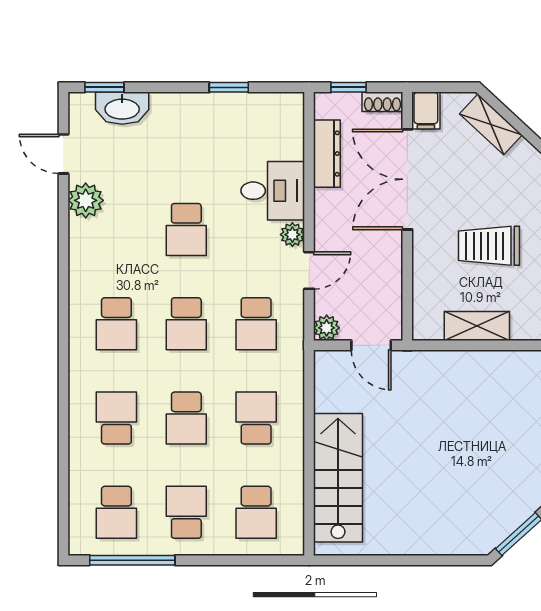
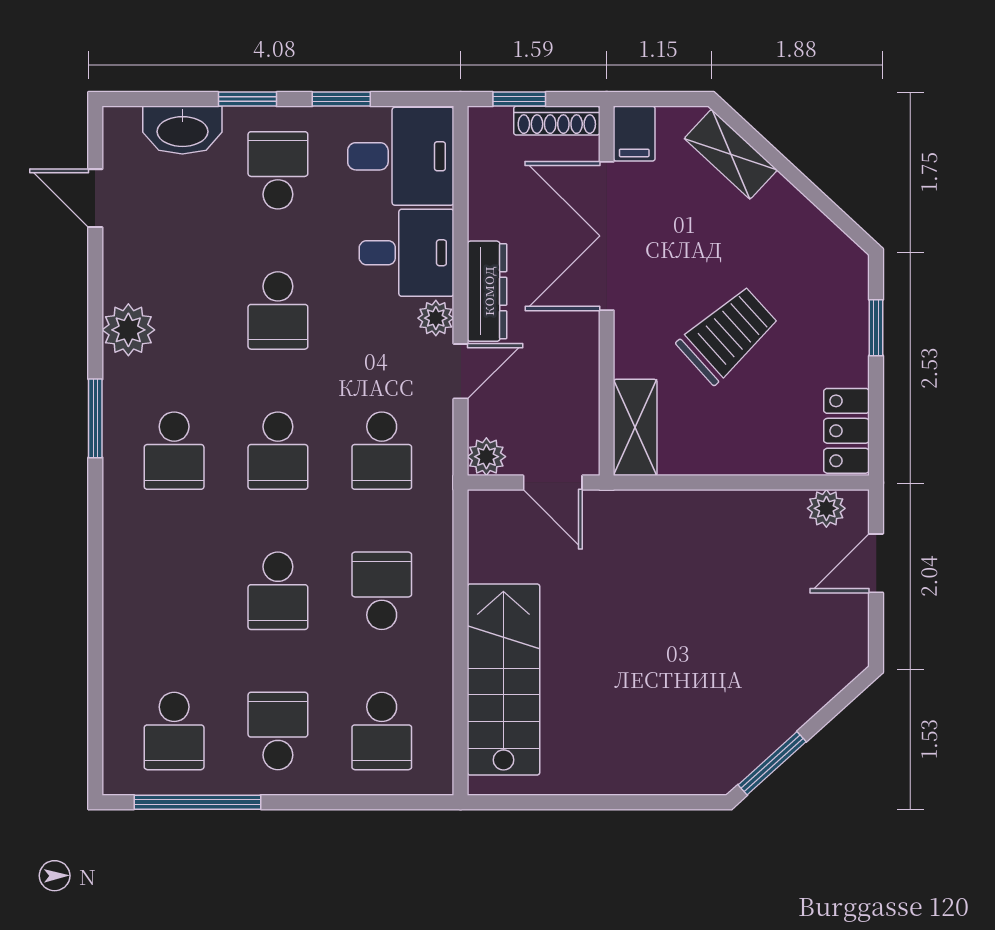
window: (104, 87) -> (247, 99), moved
shoe rack: (382, 102) -> (557, 121), width x1.43
desk: (269, 126) -> (401, 156), added
dresser: (327, 154) -> (487, 291), moved
plant: (86, 200) -> (128, 330), moved
trolley: (489, 246) -> (728, 335), turned 138
window: (63, 302) -> (95, 418), added
shelving: (477, 326) -> (635, 427), moved, turned 90
school desk: (116, 418) -> (278, 170), moved

